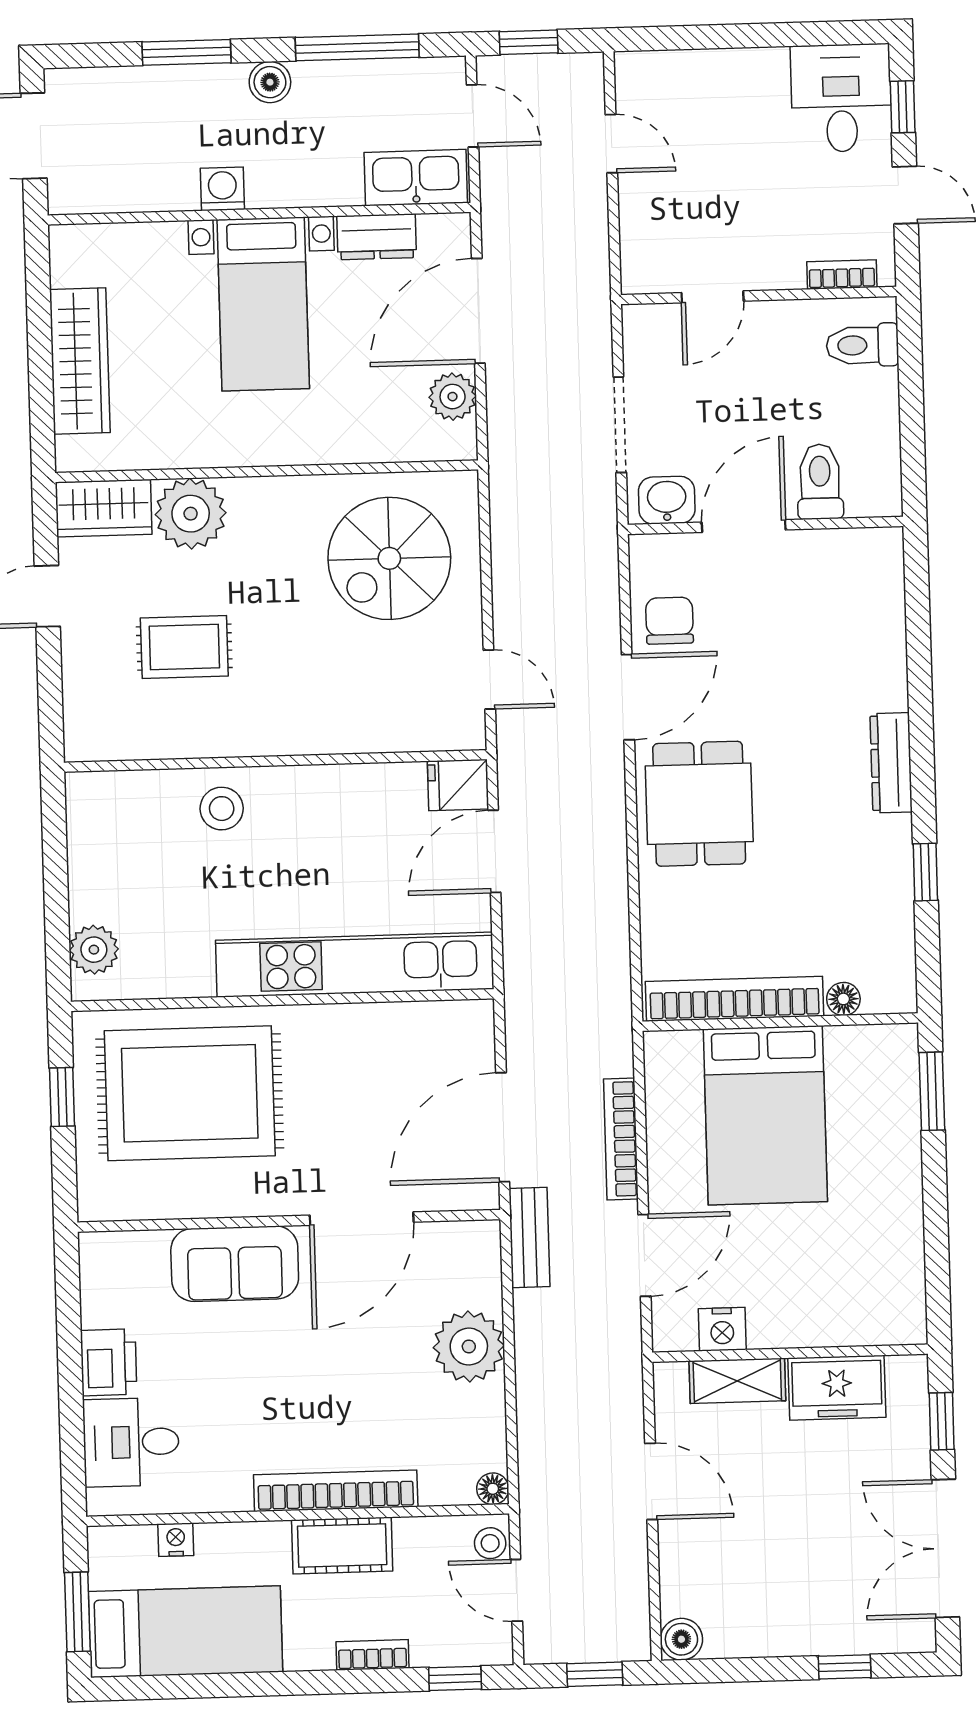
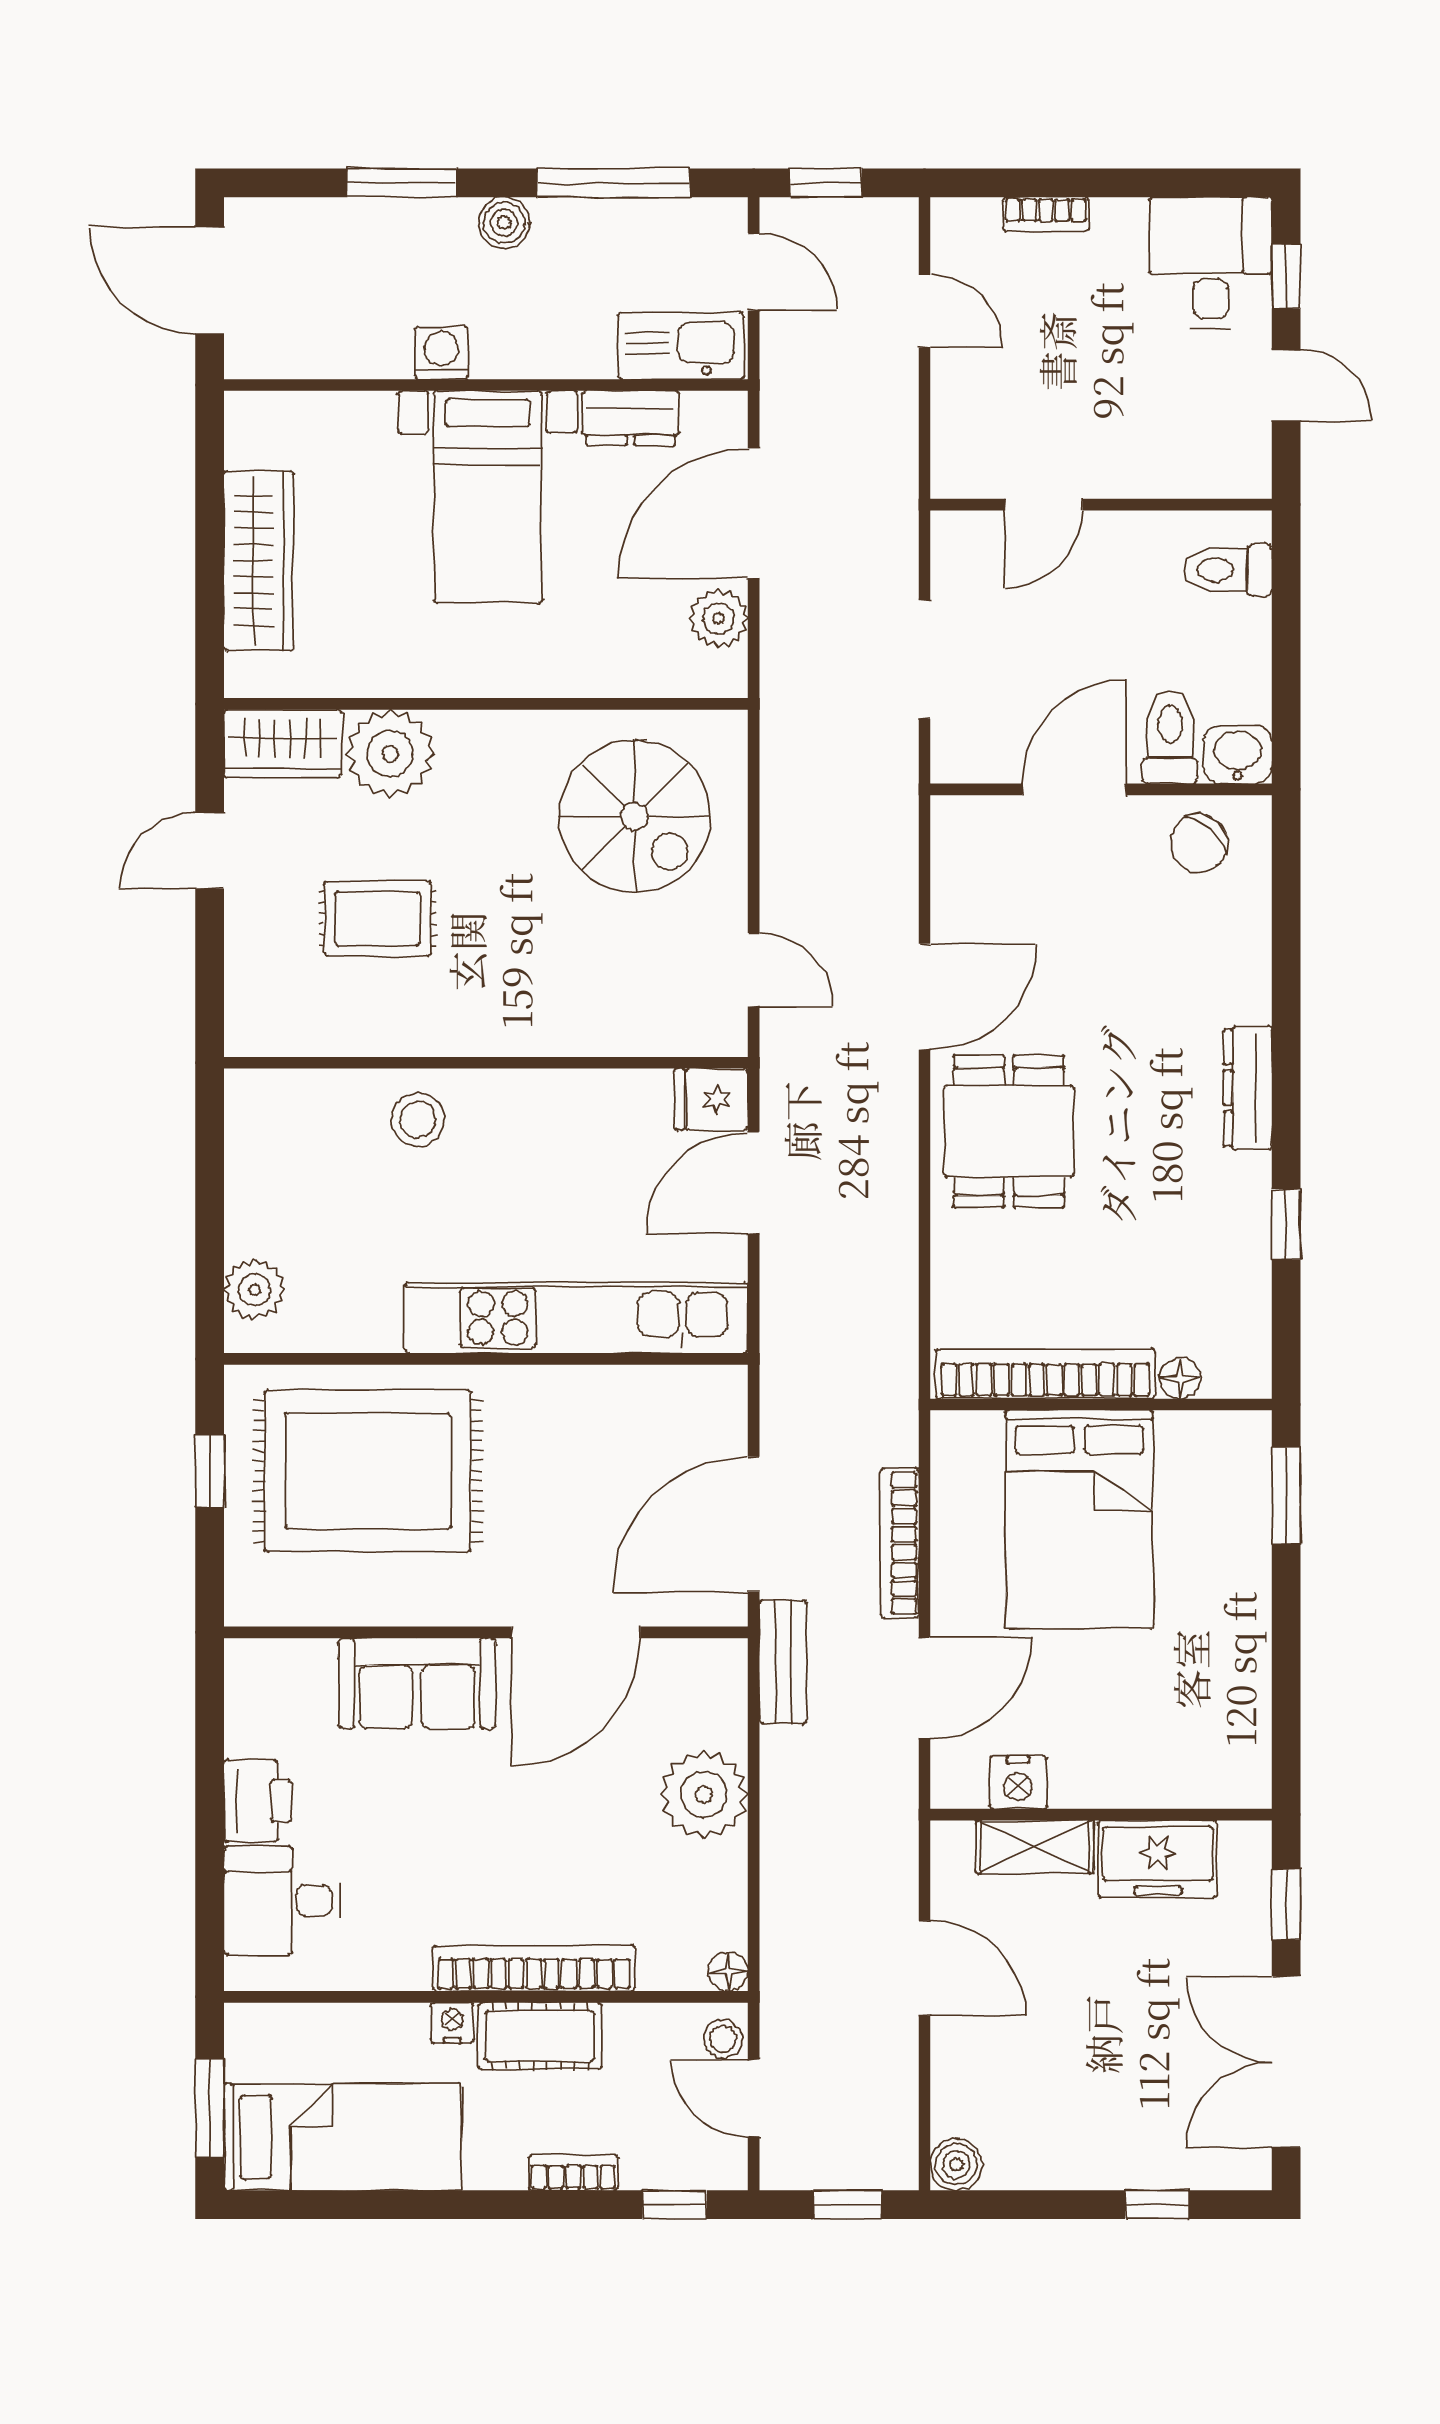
bookcase: (842, 275) -> (1046, 214), moved, turned 180
washbasin: (667, 500) -> (1237, 754), moved
spiral stairs: (389, 558) -> (634, 816), turned -90
chair: (670, 621) -> (1199, 843), moved, turned -138
nightstand: (176, 1540) -> (452, 2023), moved

